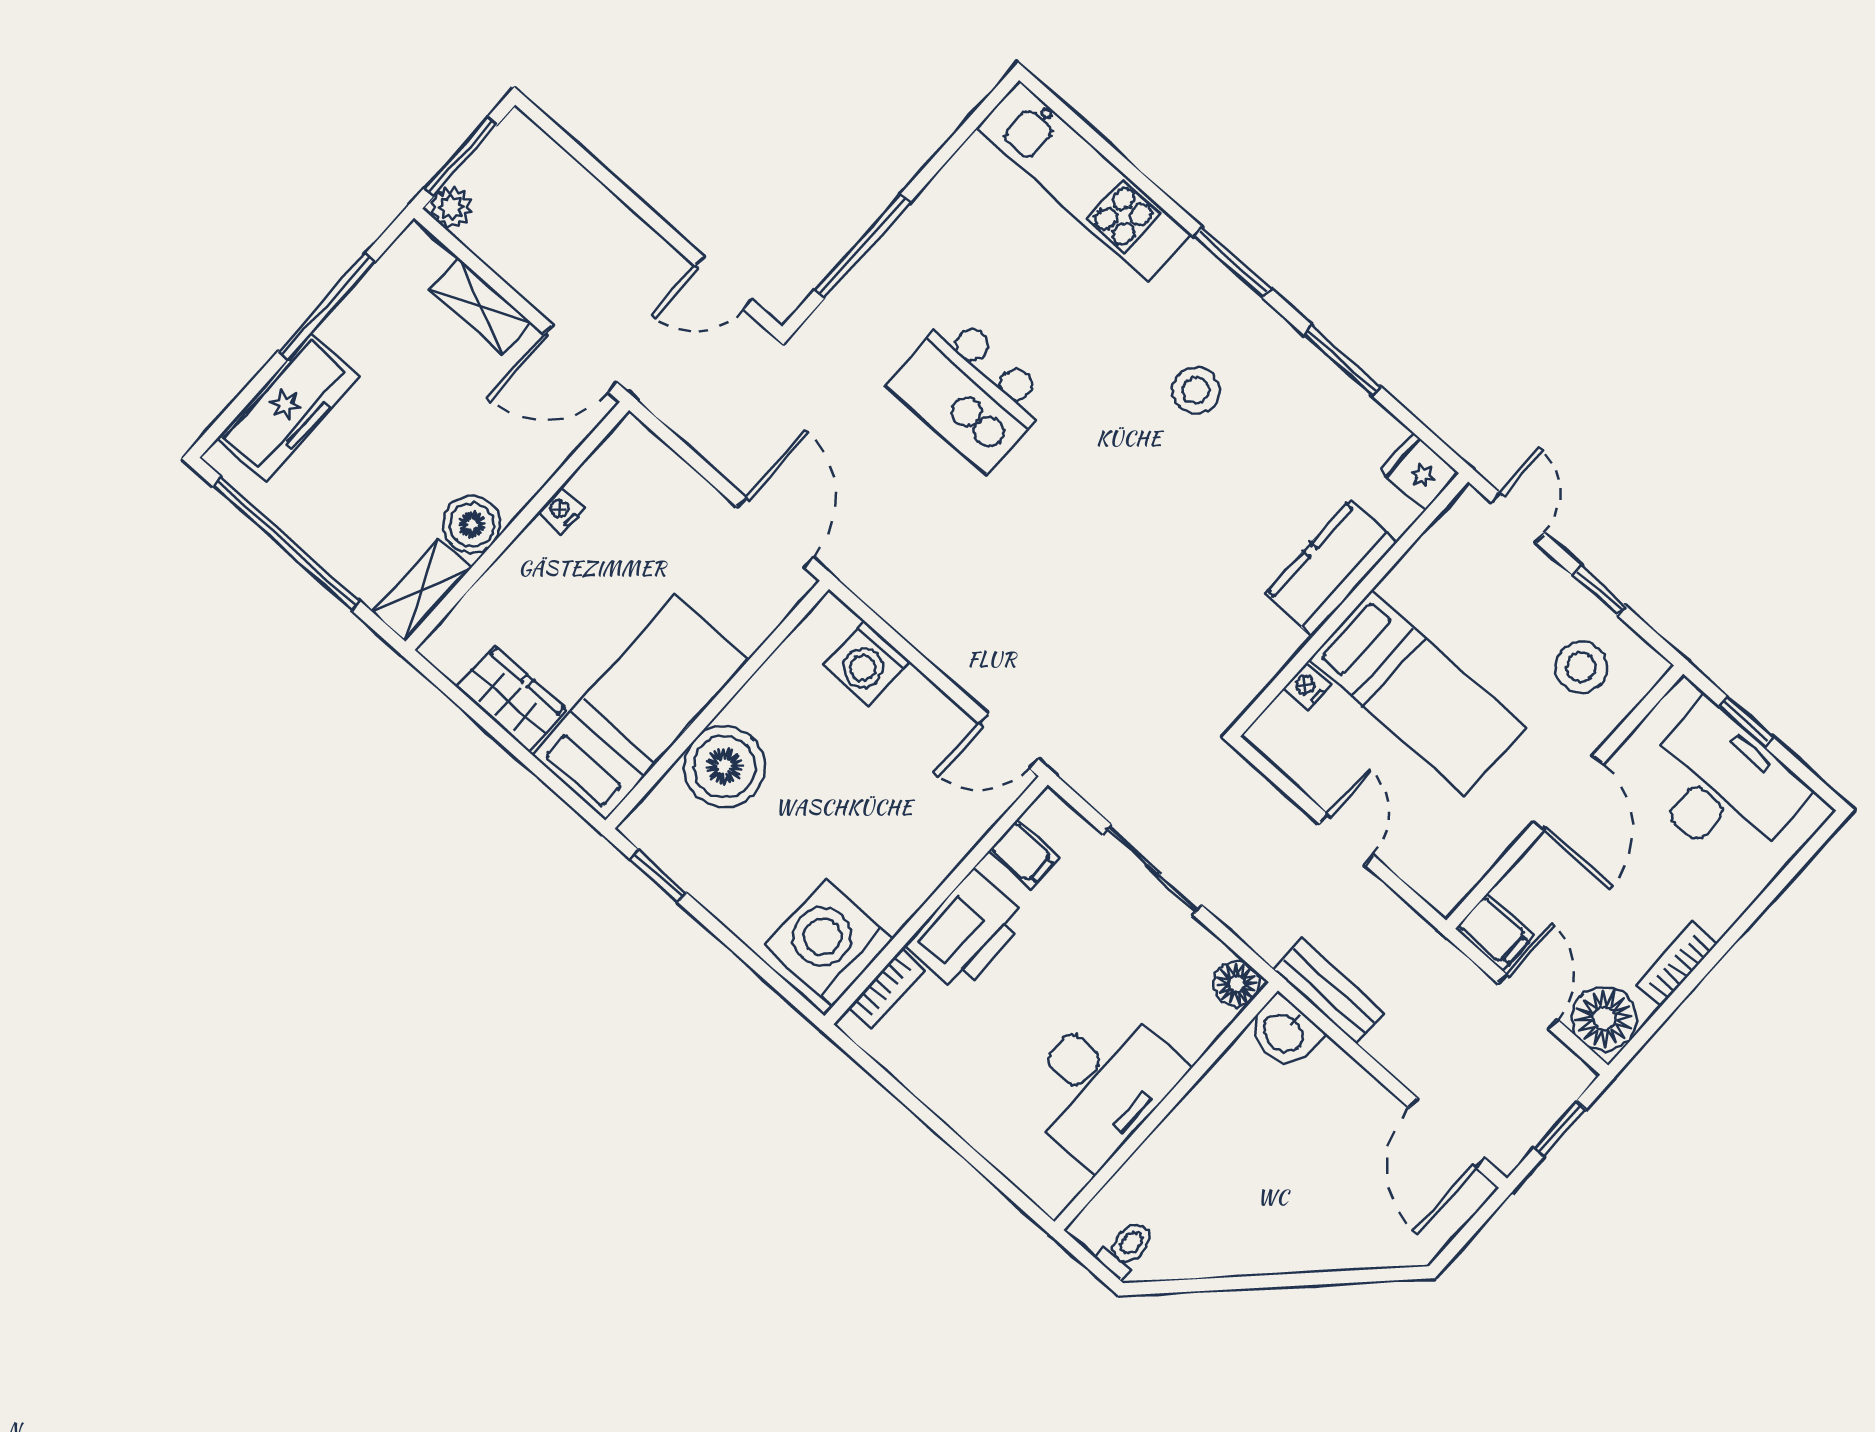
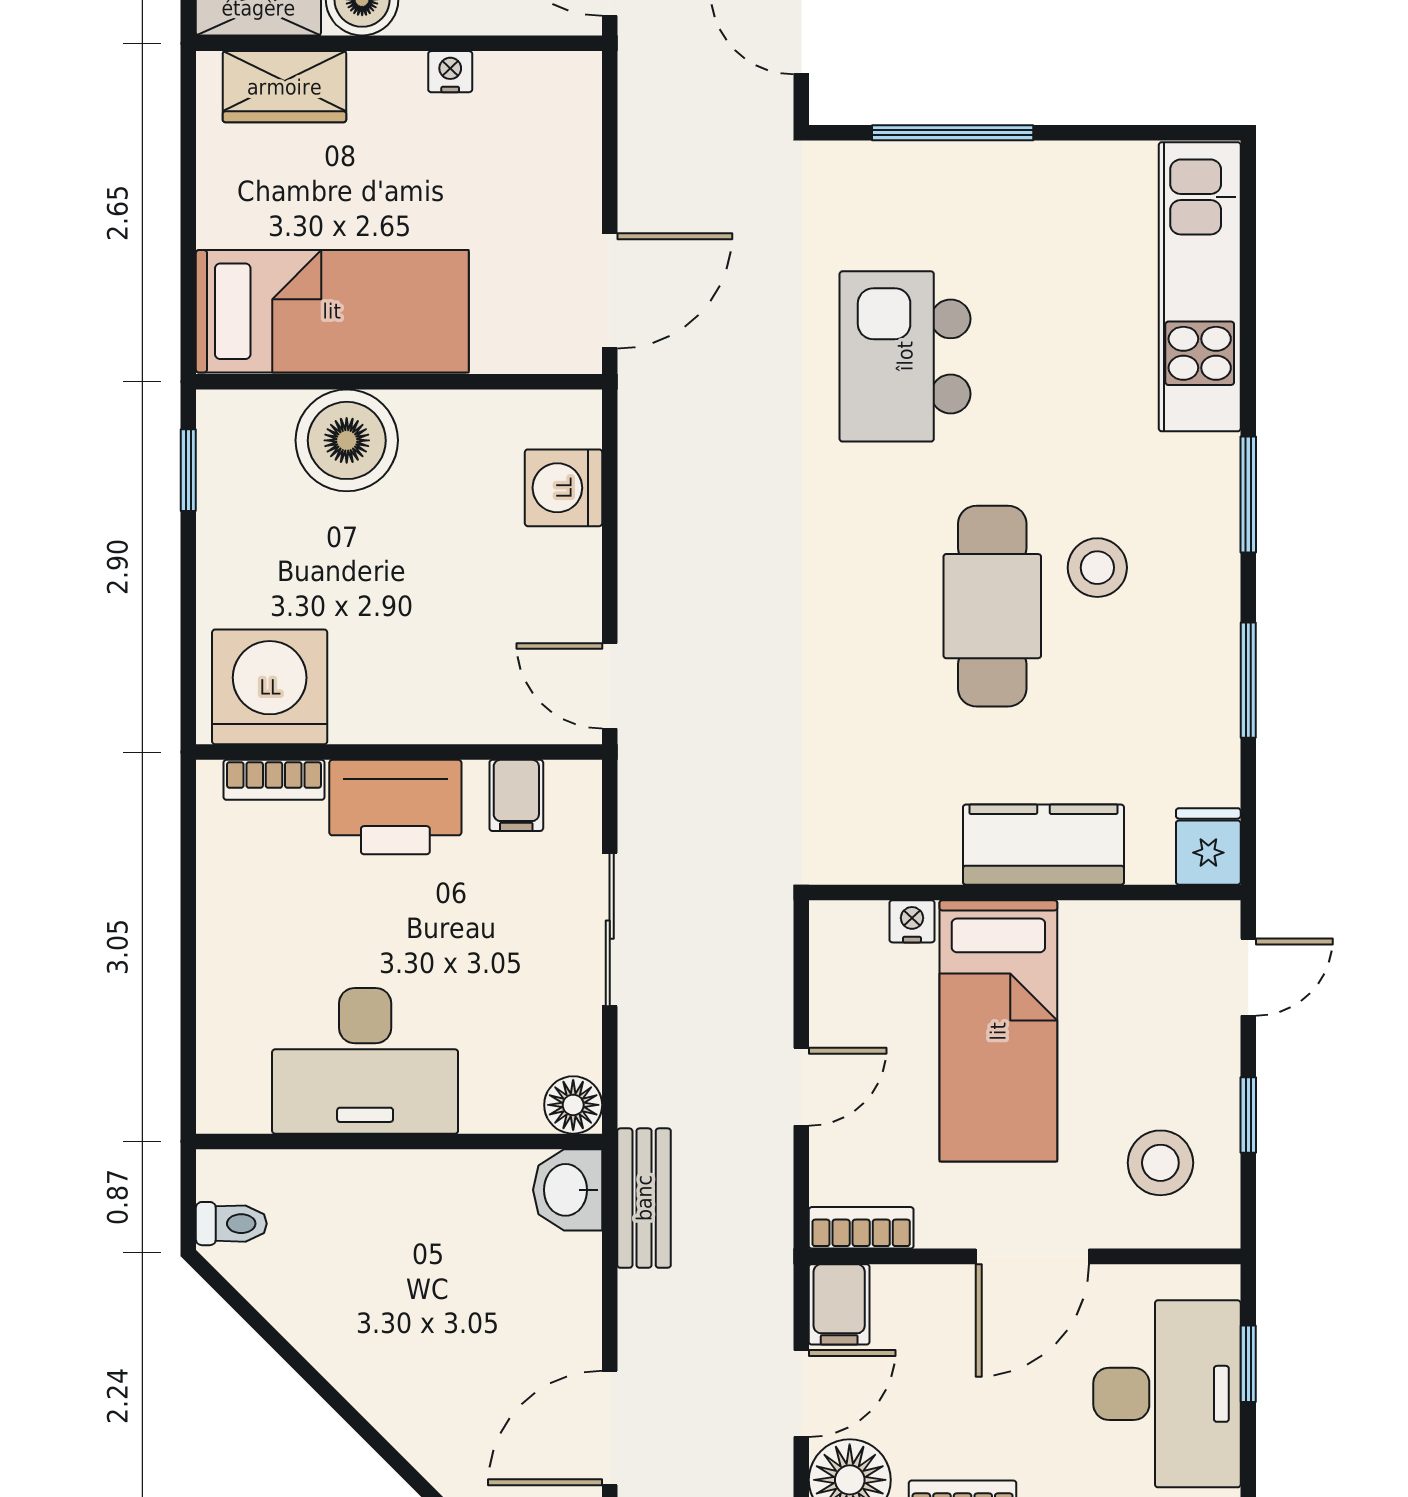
cafe table: (1163, 473) -> (992, 606), added
wardrobe: (512, 699) -> (284, 87), moved, turned 90
bookcase: (1461, 879) -> (861, 1228), added

